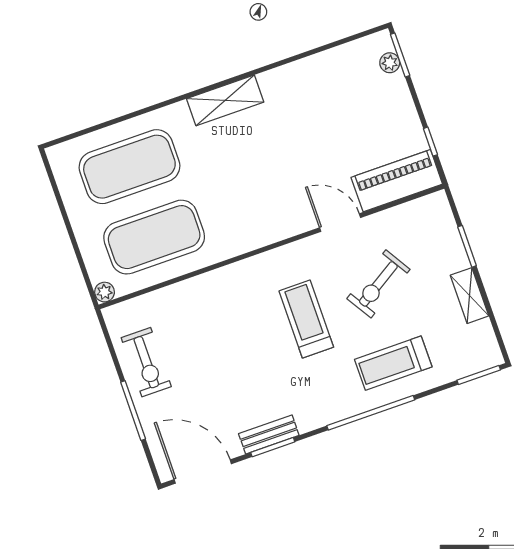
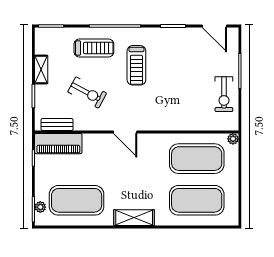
exercise mat: (332, 96) -> (77, 200), added
door: (340, 223) -> (125, 132), moved
exercise bike: (378, 284) -> (87, 92), turned 60
treadmill: (306, 319) -> (136, 65), moved
exercise bike: (146, 362) -> (224, 94), turned 180
bench: (269, 434) -> (57, 125), moved
door: (203, 472) -> (214, 26), width x0.73

